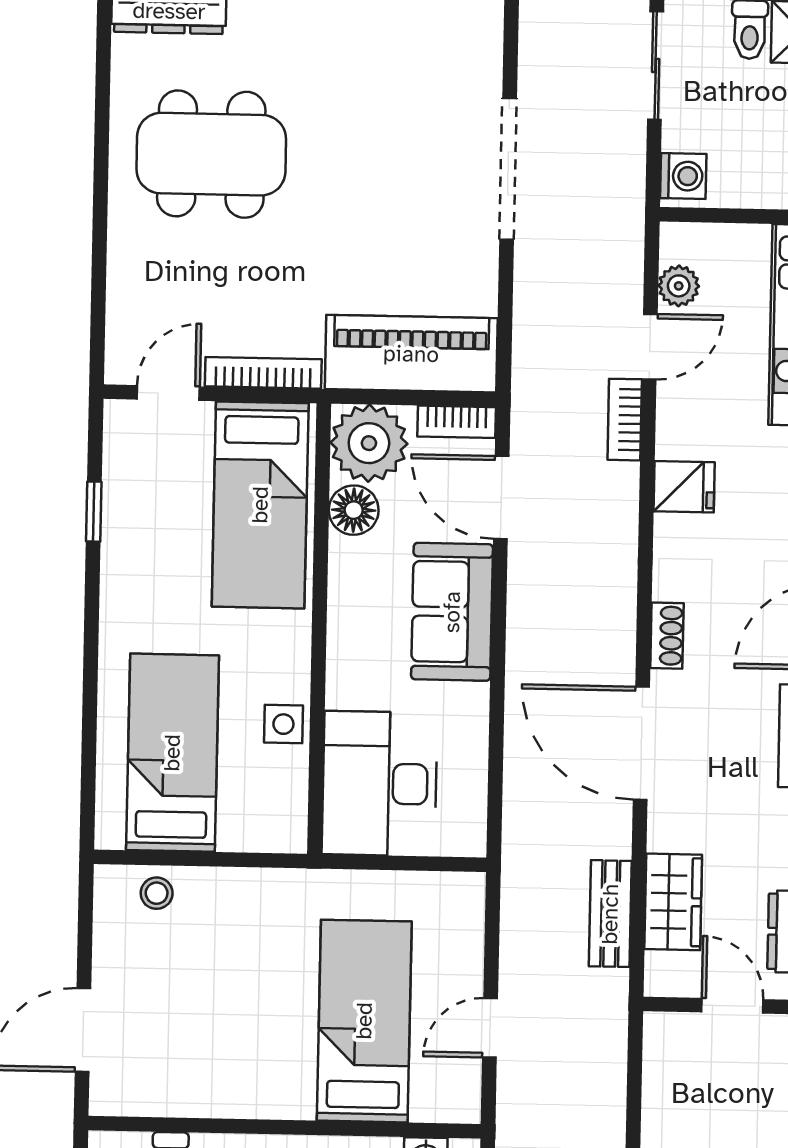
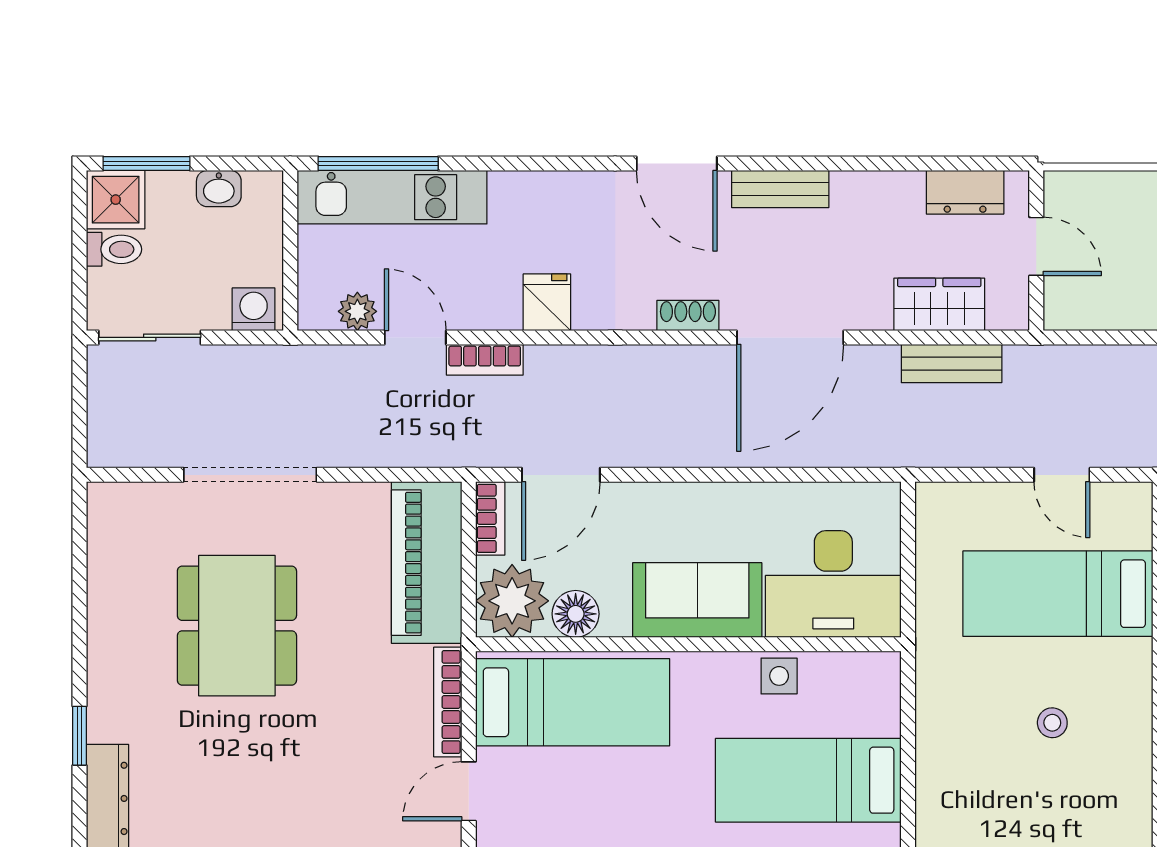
dining table: (211, 154) -> (237, 626), moved
door: (168, 393) -> (469, 791), hinge flipped
sofa: (452, 612) -> (697, 600), moved, turned 180
stool: (157, 893) -> (1052, 723), moved
door: (732, 1006) -> (1036, 246), swing flipped

